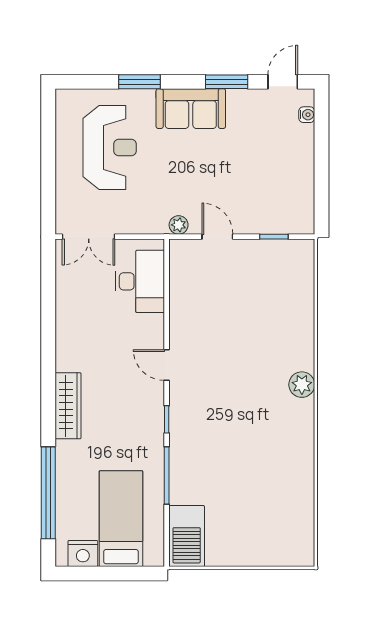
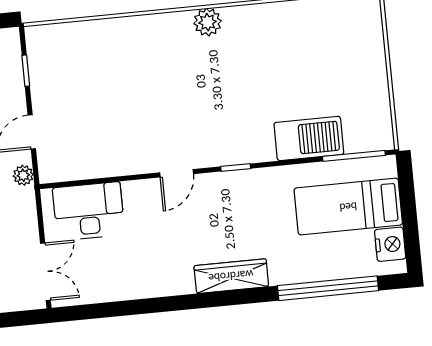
plant: (302, 385) -> (208, 22), moved
window: (167, 475) -> (354, 156), moved
barbecue: (187, 536) -> (309, 138), moved

